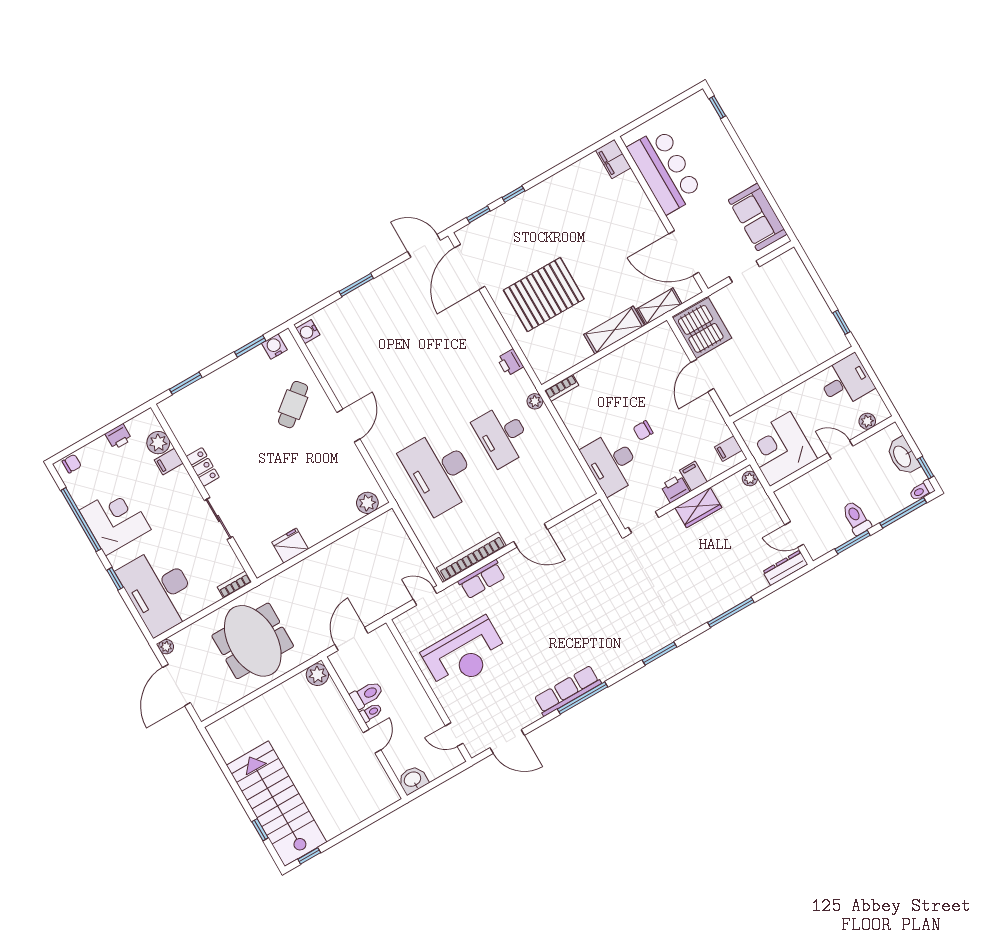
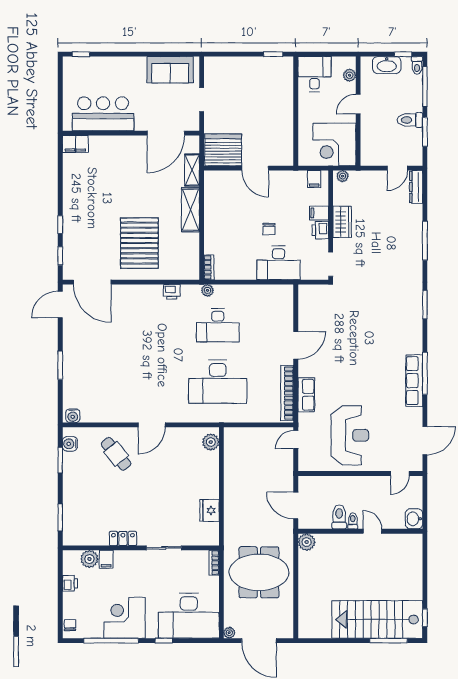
door: (348, 426) -> (152, 425), swing flipped
window: (260, 830) -> (388, 641), width x2.17

